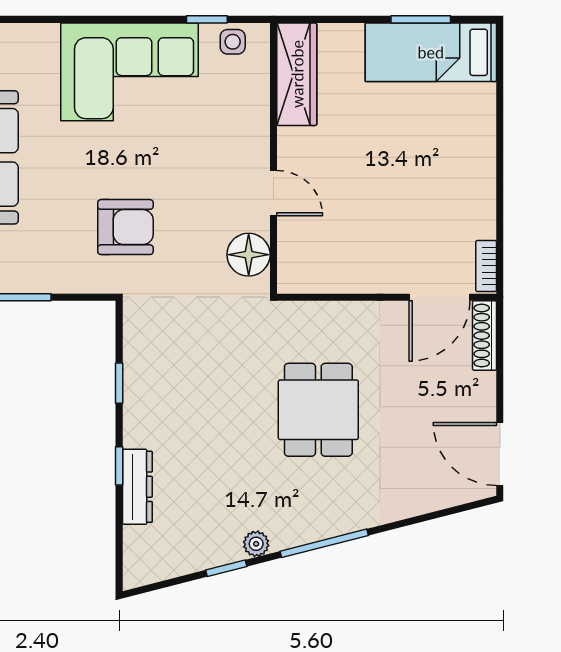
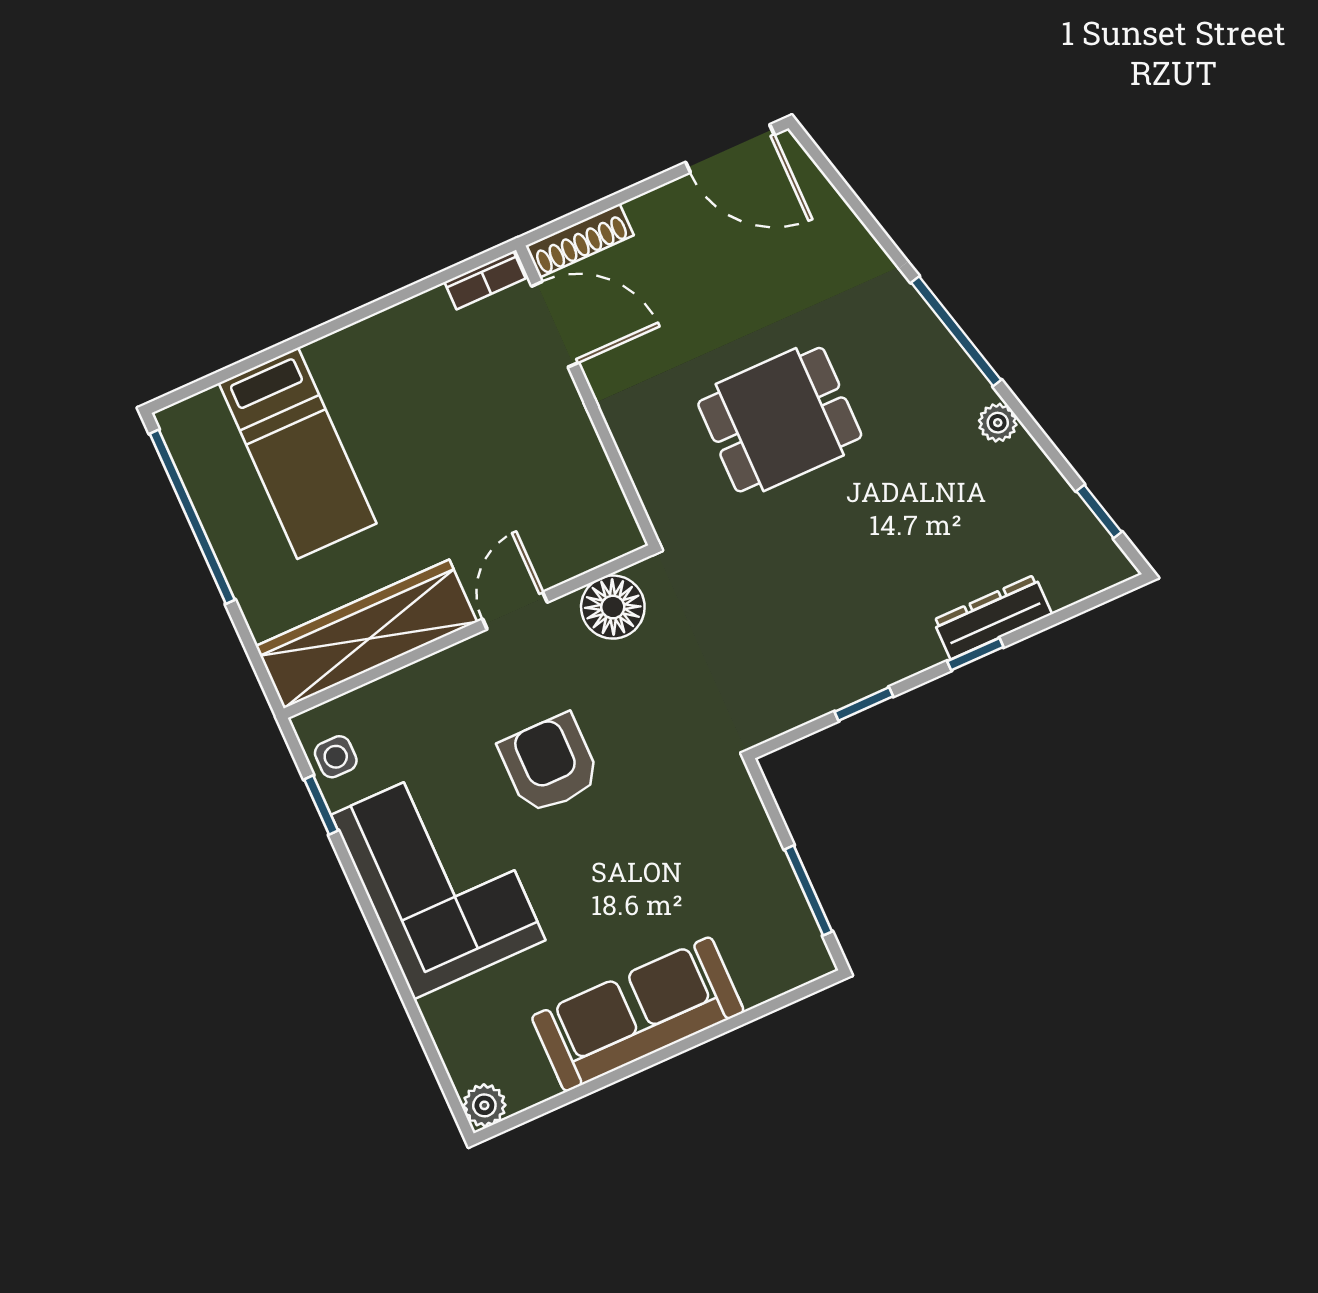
window: (421, 19) -> (192, 517), width x2.11
bed: (431, 52) -> (298, 453), moved
wardrobe: (297, 74) -> (366, 634), width x1.40, depth x1.17
armchair: (125, 227) -> (550, 764), moved
door: (500, 454) -> (730, 149), hinge flipped
window: (226, 568) -> (1099, 511), moved

